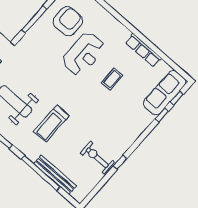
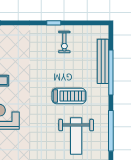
exercise bike: (97, 158) -> (64, 42), width x0.73, depth x0.72

